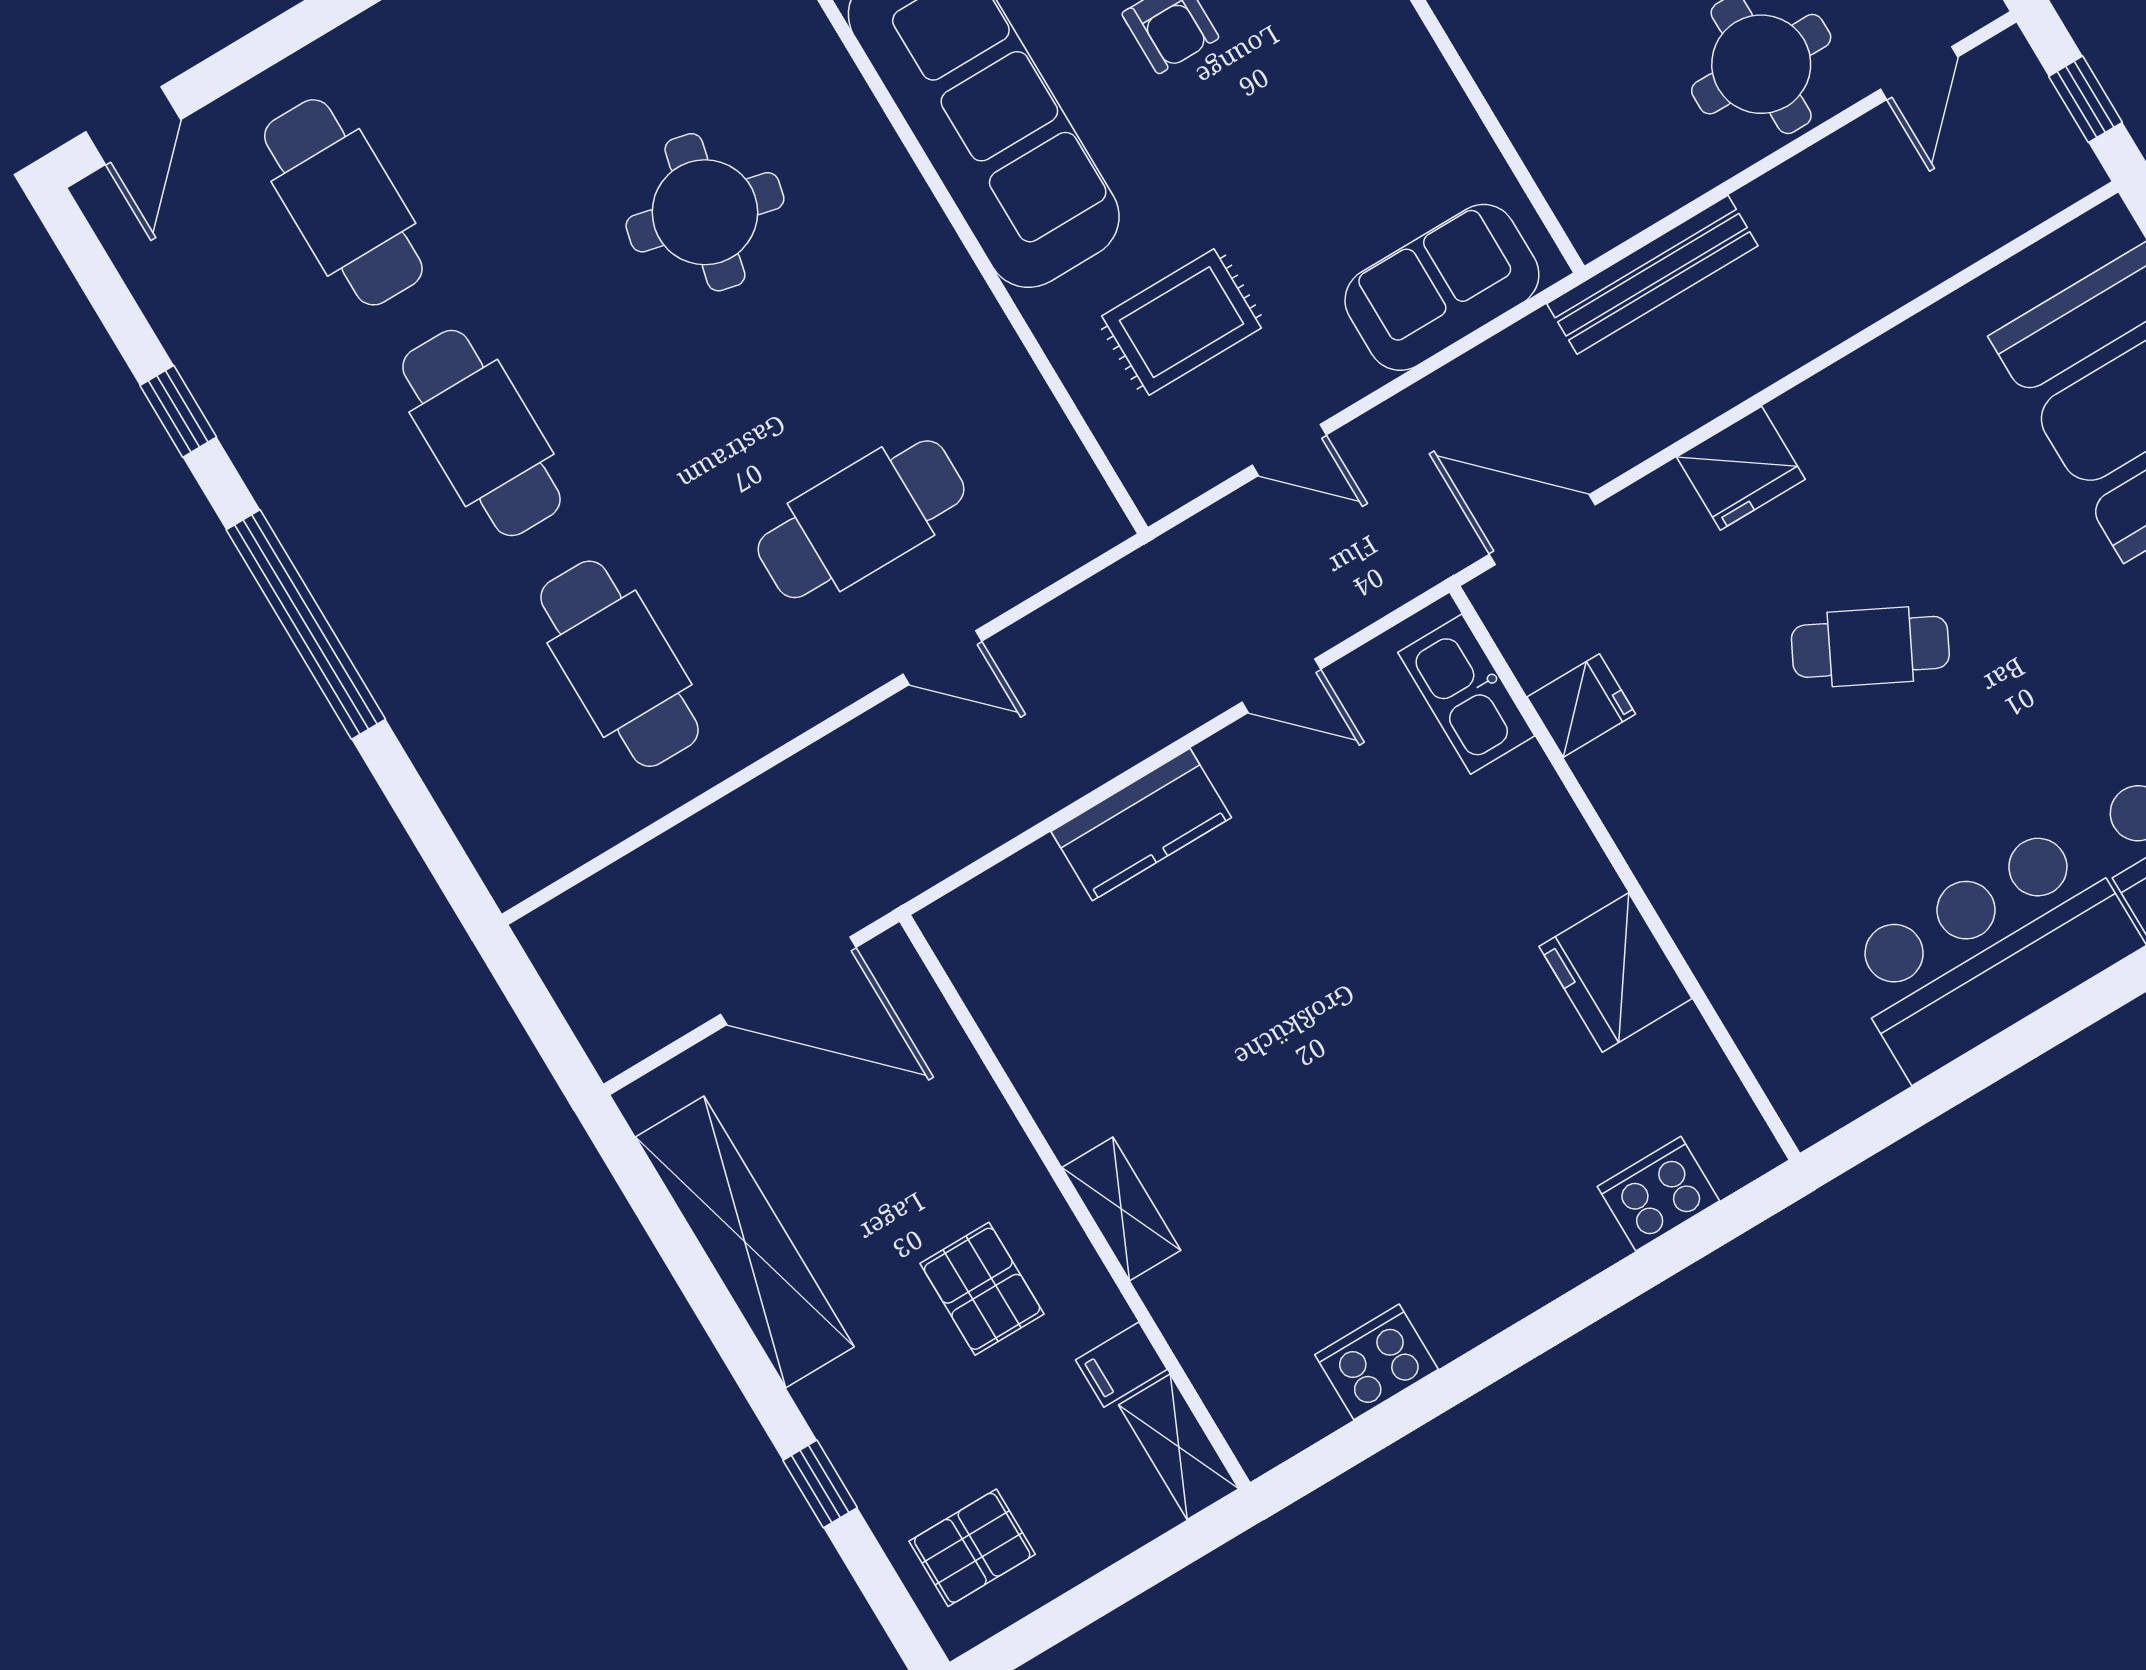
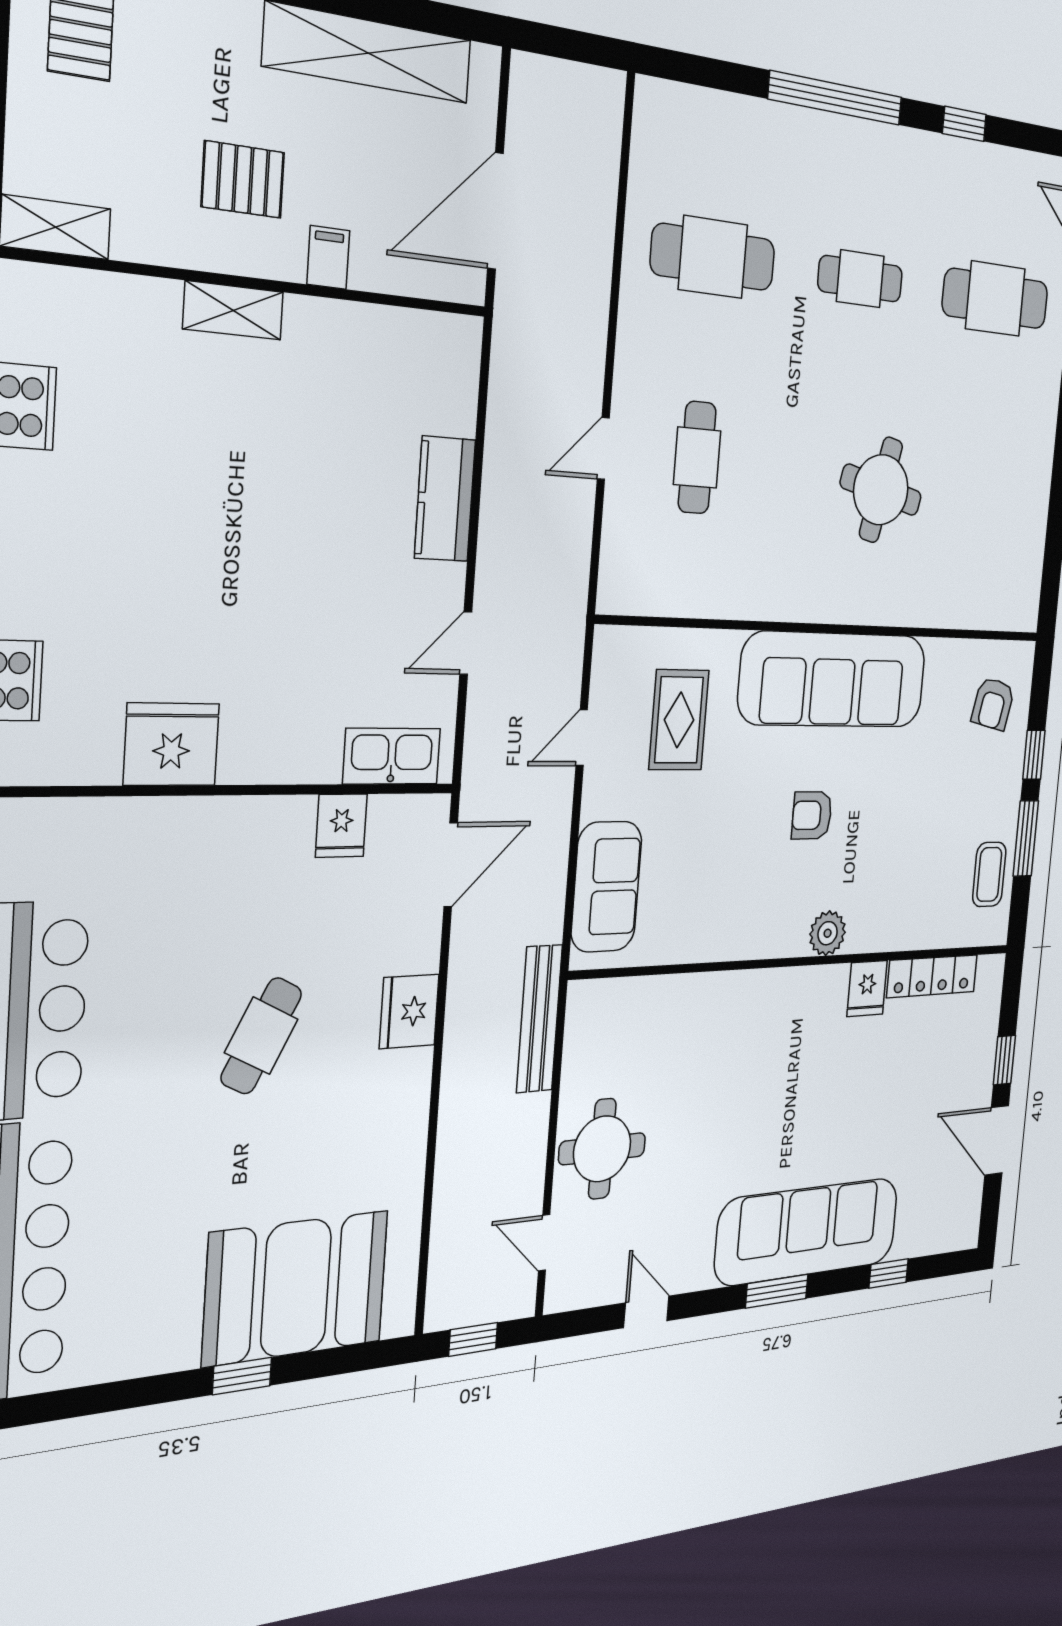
cafe table: (481, 433) -> (860, 279), width x0.73, depth x0.74
cafe table: (861, 519) -> (697, 458), width x0.73, depth x0.74
filing cabinet: (1121, 1365) -> (328, 257), moved

